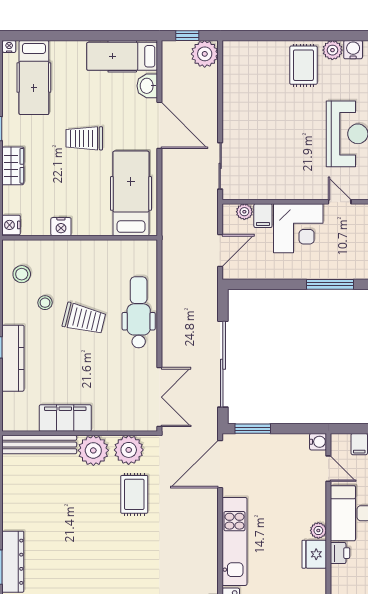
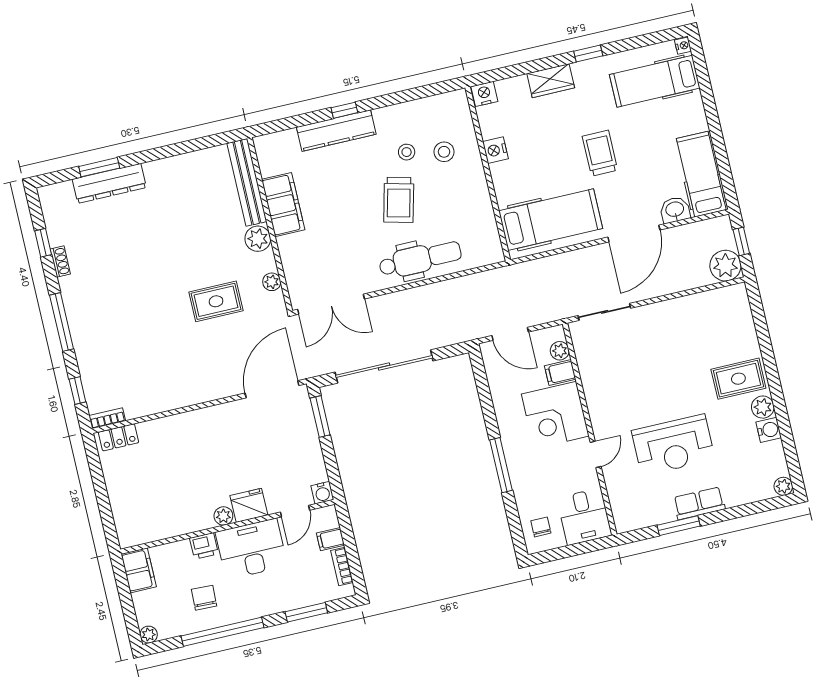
stool: (22, 274) -> (444, 152), moved
plant: (93, 450) -> (258, 239), width x0.73, depth x0.73
plant: (129, 450) -> (272, 282), width x0.53, depth x0.53
door: (220, 464) -> (272, 389), hinge flipped
kitchen unit: (234, 541) -> (189, 425), removed
fridge: (314, 554) -> (249, 505), moved

